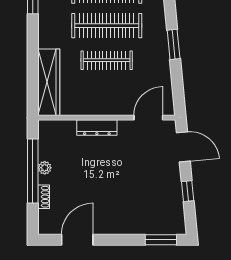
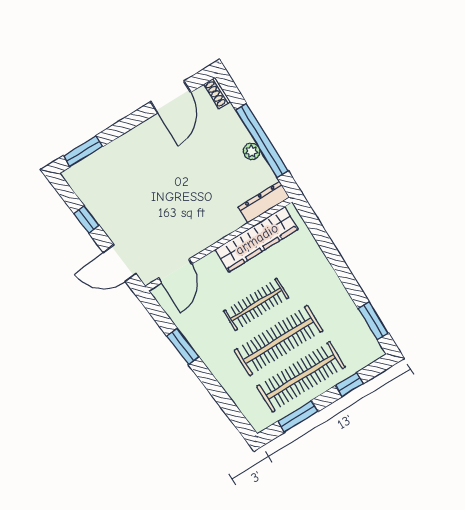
window: (174, 44) -> (183, 346), moved
wardrobe: (49, 82) -> (257, 239), moved, turned -90
dresser: (97, 128) -> (264, 202), moved
shoe rack: (44, 197) -> (217, 93), moved

